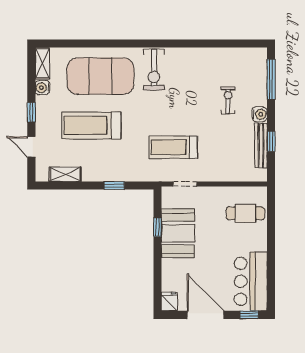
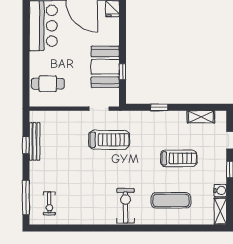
exercise mat: (101, 76) -> (171, 200), width x0.50, depth x0.69
exercise bike: (228, 100) -> (49, 203), moved
water cooler: (260, 114) -> (36, 168), removed
treadmill: (91, 125) -> (179, 158), width x0.73, depth x0.73

